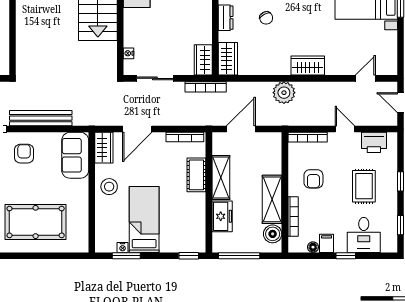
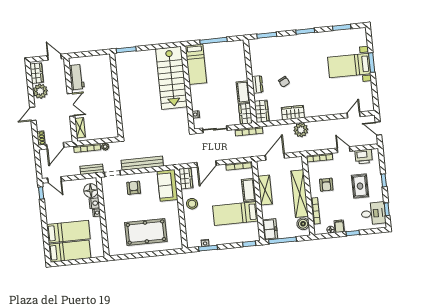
cot: (203, 27) -> (243, 92), added
wardrobe: (308, 66) -> (293, 113), moved
shelving: (272, 199) -> (300, 194), width x1.47
freezer: (222, 216) -> (270, 229), moved
bed: (144, 220) -> (235, 214), moved, turned -90
desk: (364, 235) -> (373, 213), moved, turned -90

